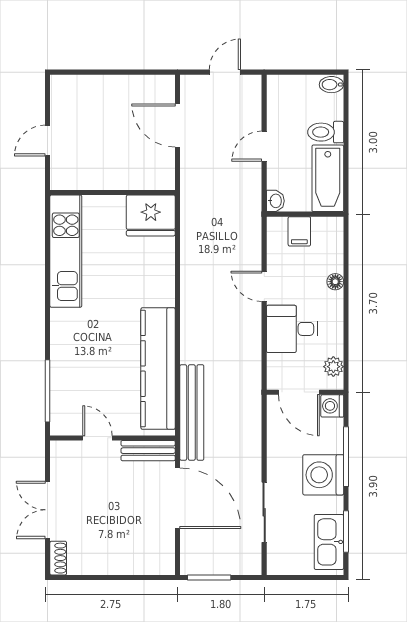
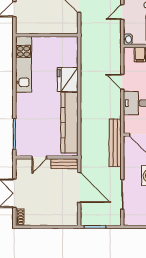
fridge: (151, 215) -> (68, 79), moved, turned 90
bench: (192, 412) -> (115, 143), moved
door: (97, 438) -> (39, 157), swing flipped

